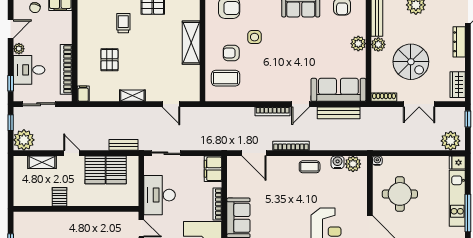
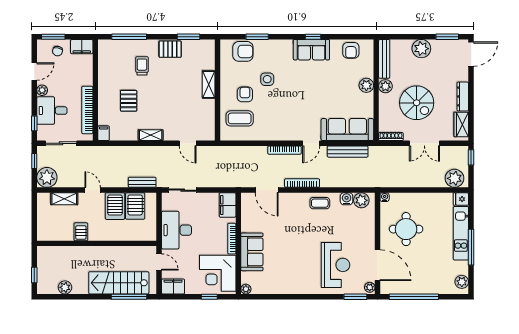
dresser: (459, 42) -> (463, 97), moved
shelving: (191, 43) -> (209, 84), width x0.67, depth x0.75
armchair: (231, 53) -> (245, 94), turned 90

